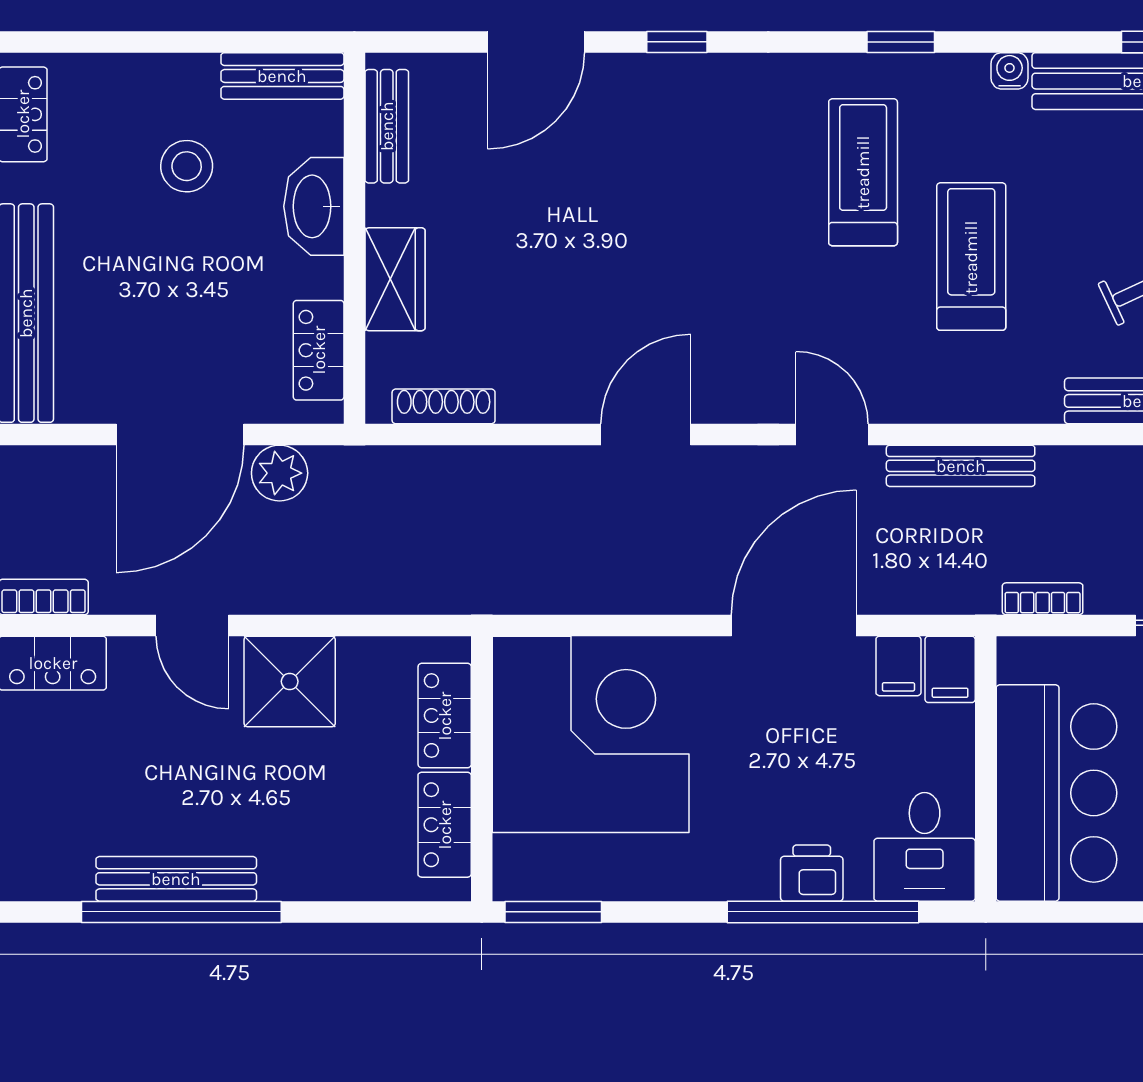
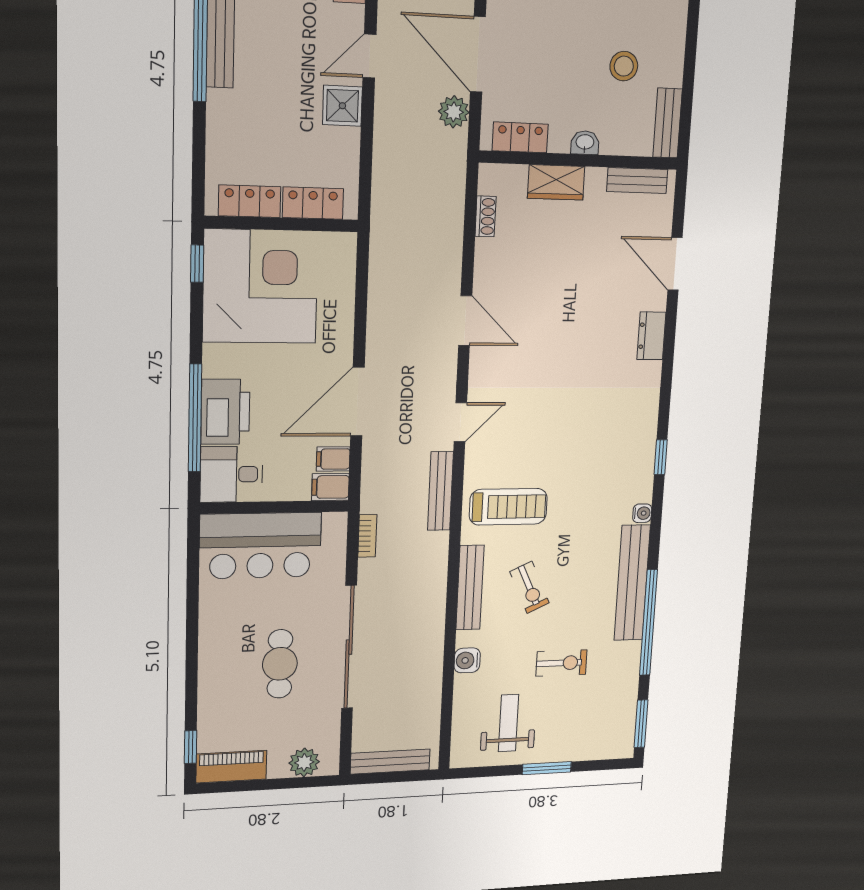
window: (677, 42) -> (669, 340), removed
dresser: (670, 78) -> (651, 336), added
treadmill: (863, 172) -> (596, 438), removed
washbasin: (314, 206) -> (585, 143), width x0.52, depth x0.69
treadmill: (971, 257) -> (508, 507), moved
shoe rack: (444, 406) -> (486, 216), width x0.70
door: (794, 625) -> (358, 402), swing flipped
shower: (290, 681) -> (342, 106), width x0.73, depth x0.73
corner desk: (591, 734) -> (260, 286), moved, turned -90
printer: (812, 873) -> (225, 412), width x1.87, depth x1.48
window: (553, 912) -> (197, 264), width x0.67

